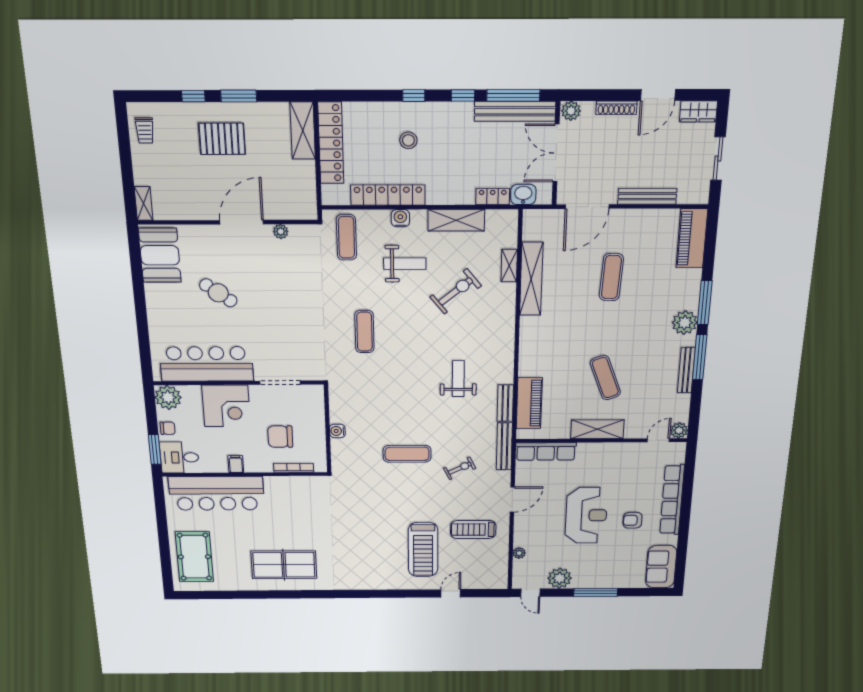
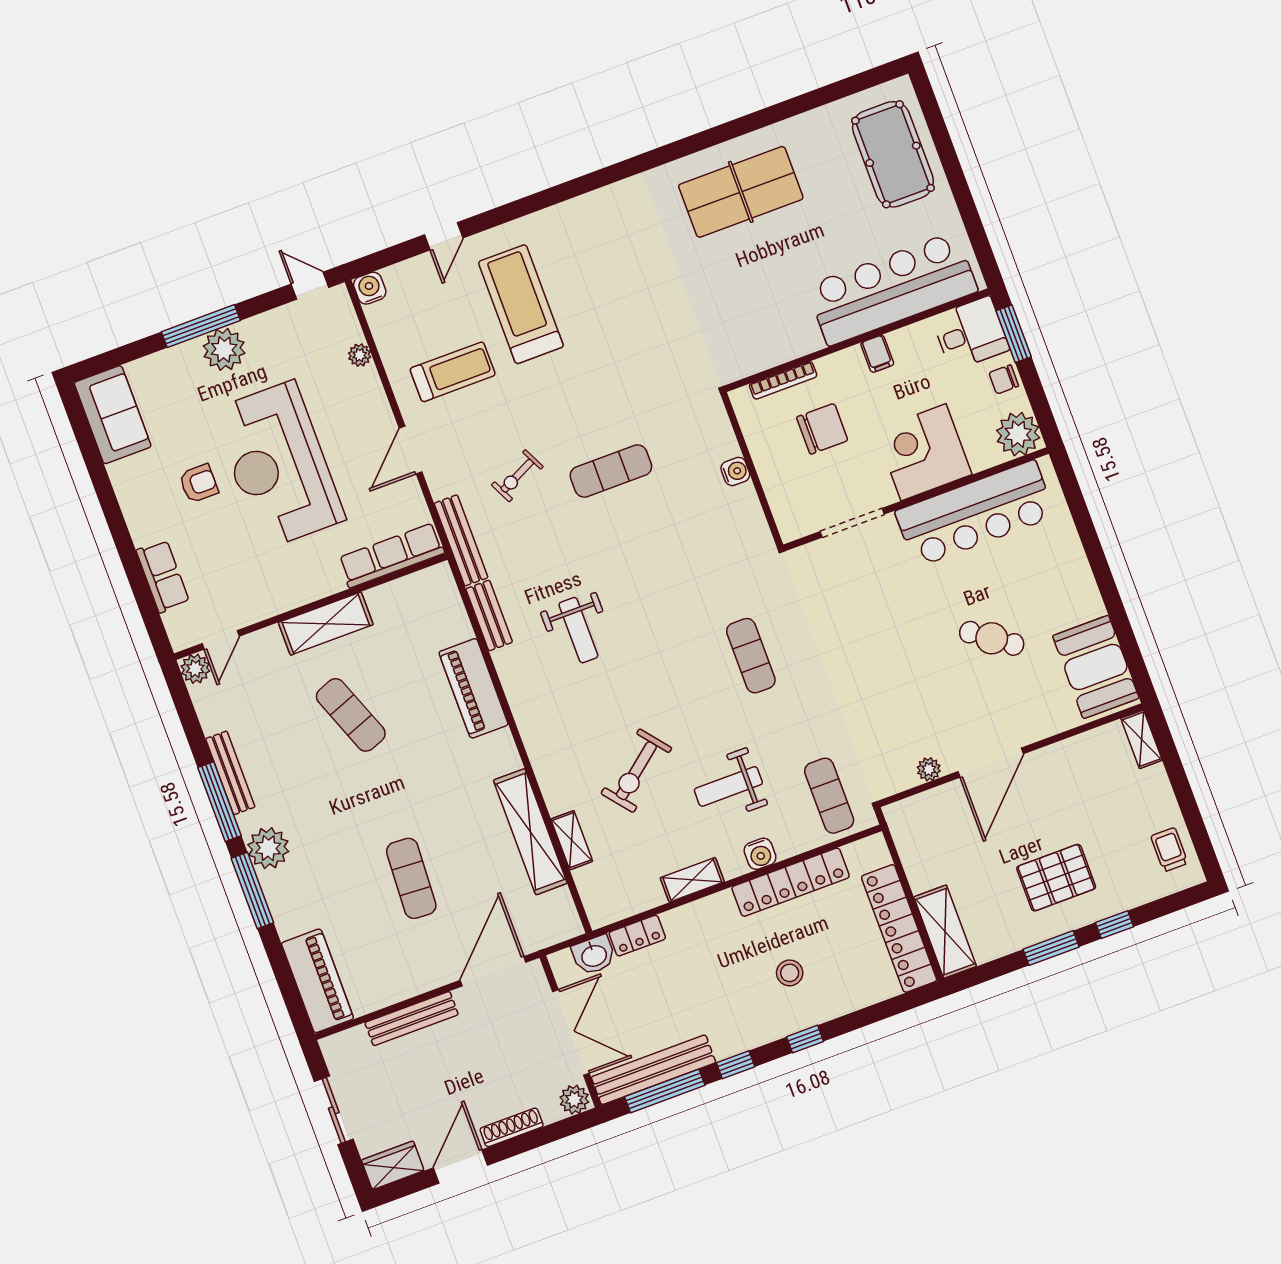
shelving: (456, 220) -> (692, 880), width x0.67, depth x0.75
piano: (529, 403) -> (474, 688), moved
row of seats: (672, 500) -> (163, 576), width x0.50
reception desk: (586, 515) -> (278, 465), width x1.36, depth x1.30
plant: (560, 578) -> (224, 349), moved
water cooler: (500, 582) -> (370, 288), added

